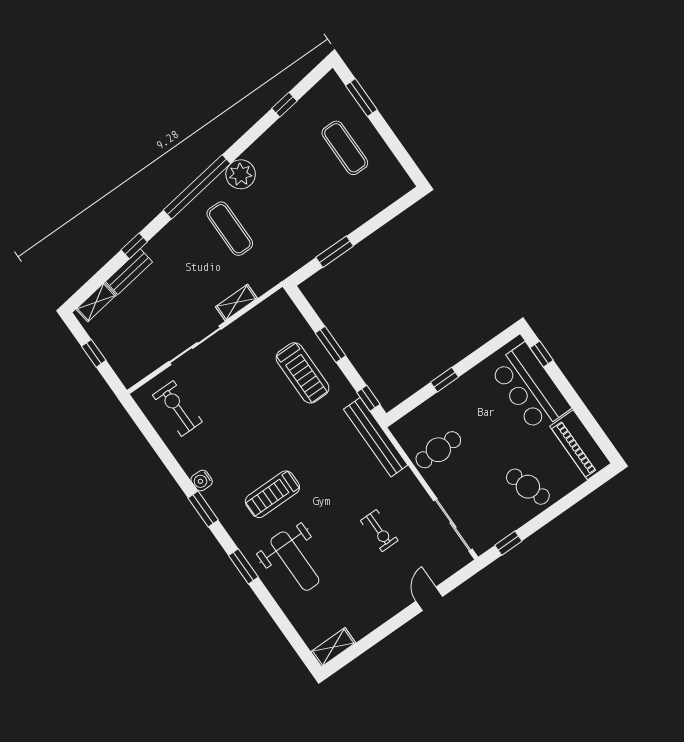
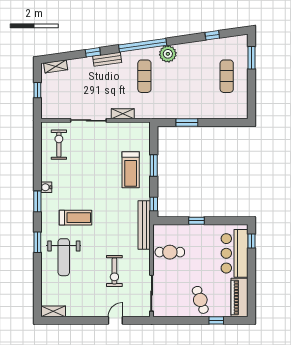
bench: (129, 272) -> (107, 59), moved
treadmill: (272, 494) -> (76, 218), turned 180
exercise bike: (379, 531) -> (114, 271), width x1.38, depth x1.39
window: (508, 543) -> (216, 320), moved

